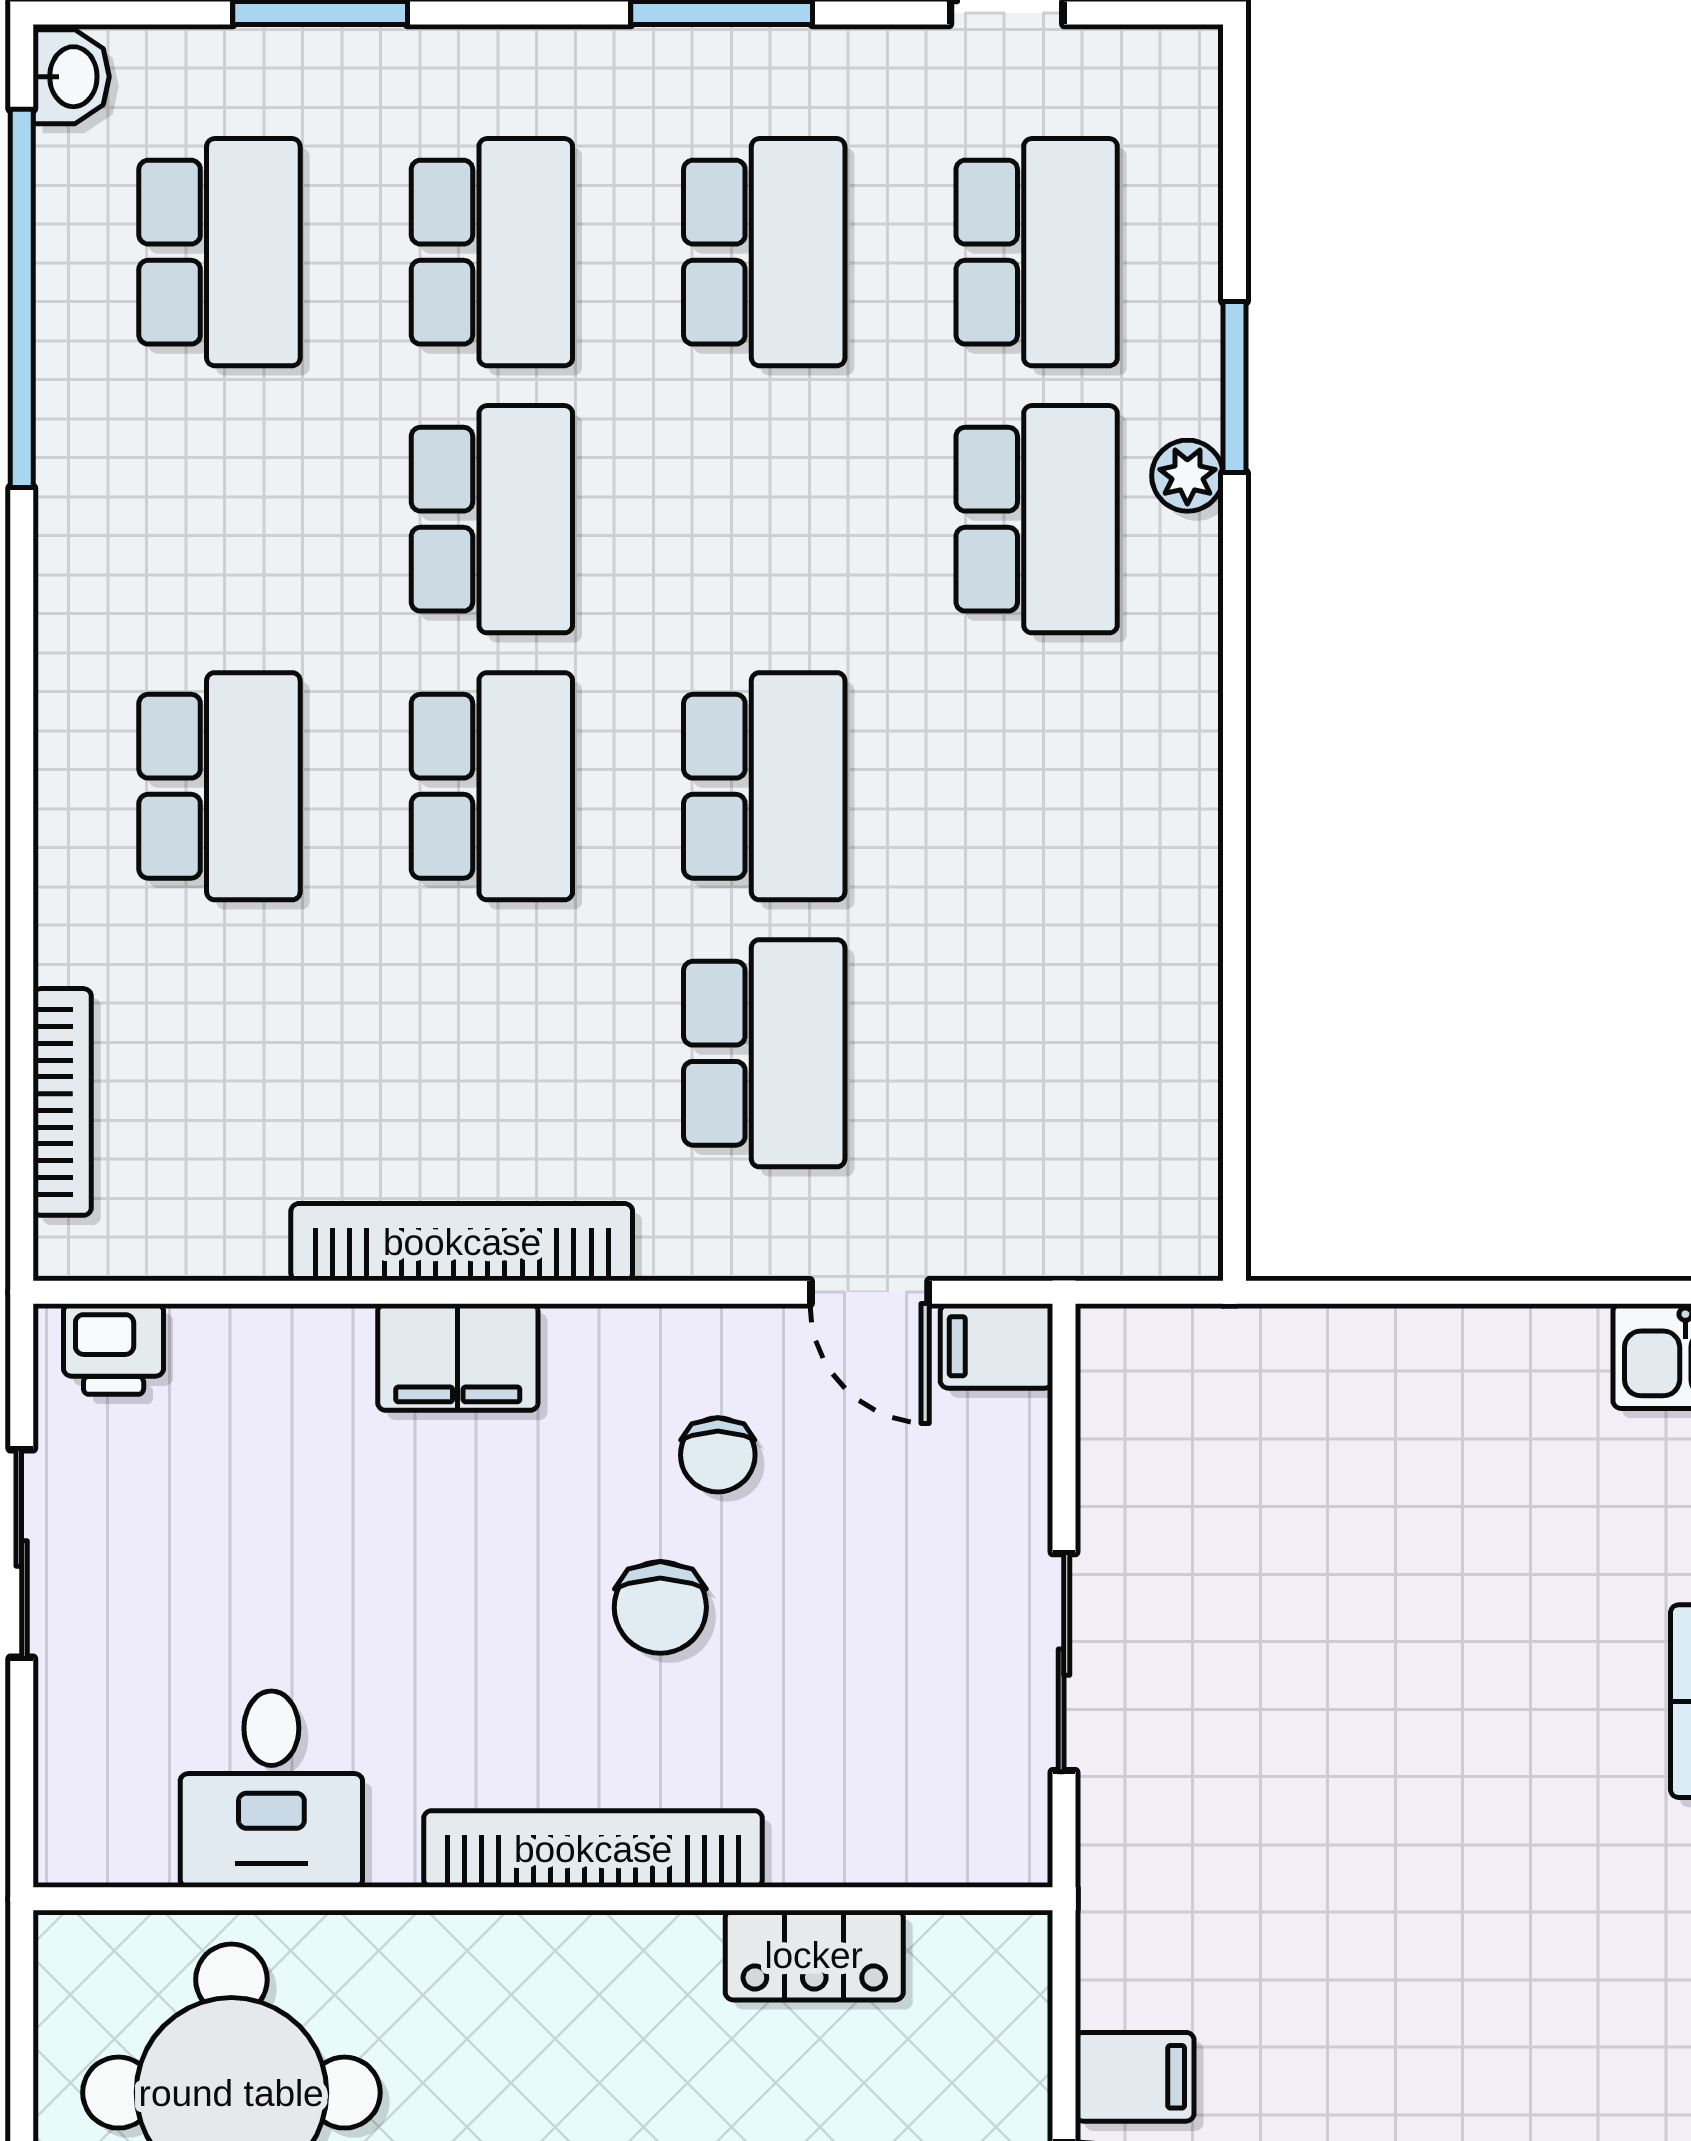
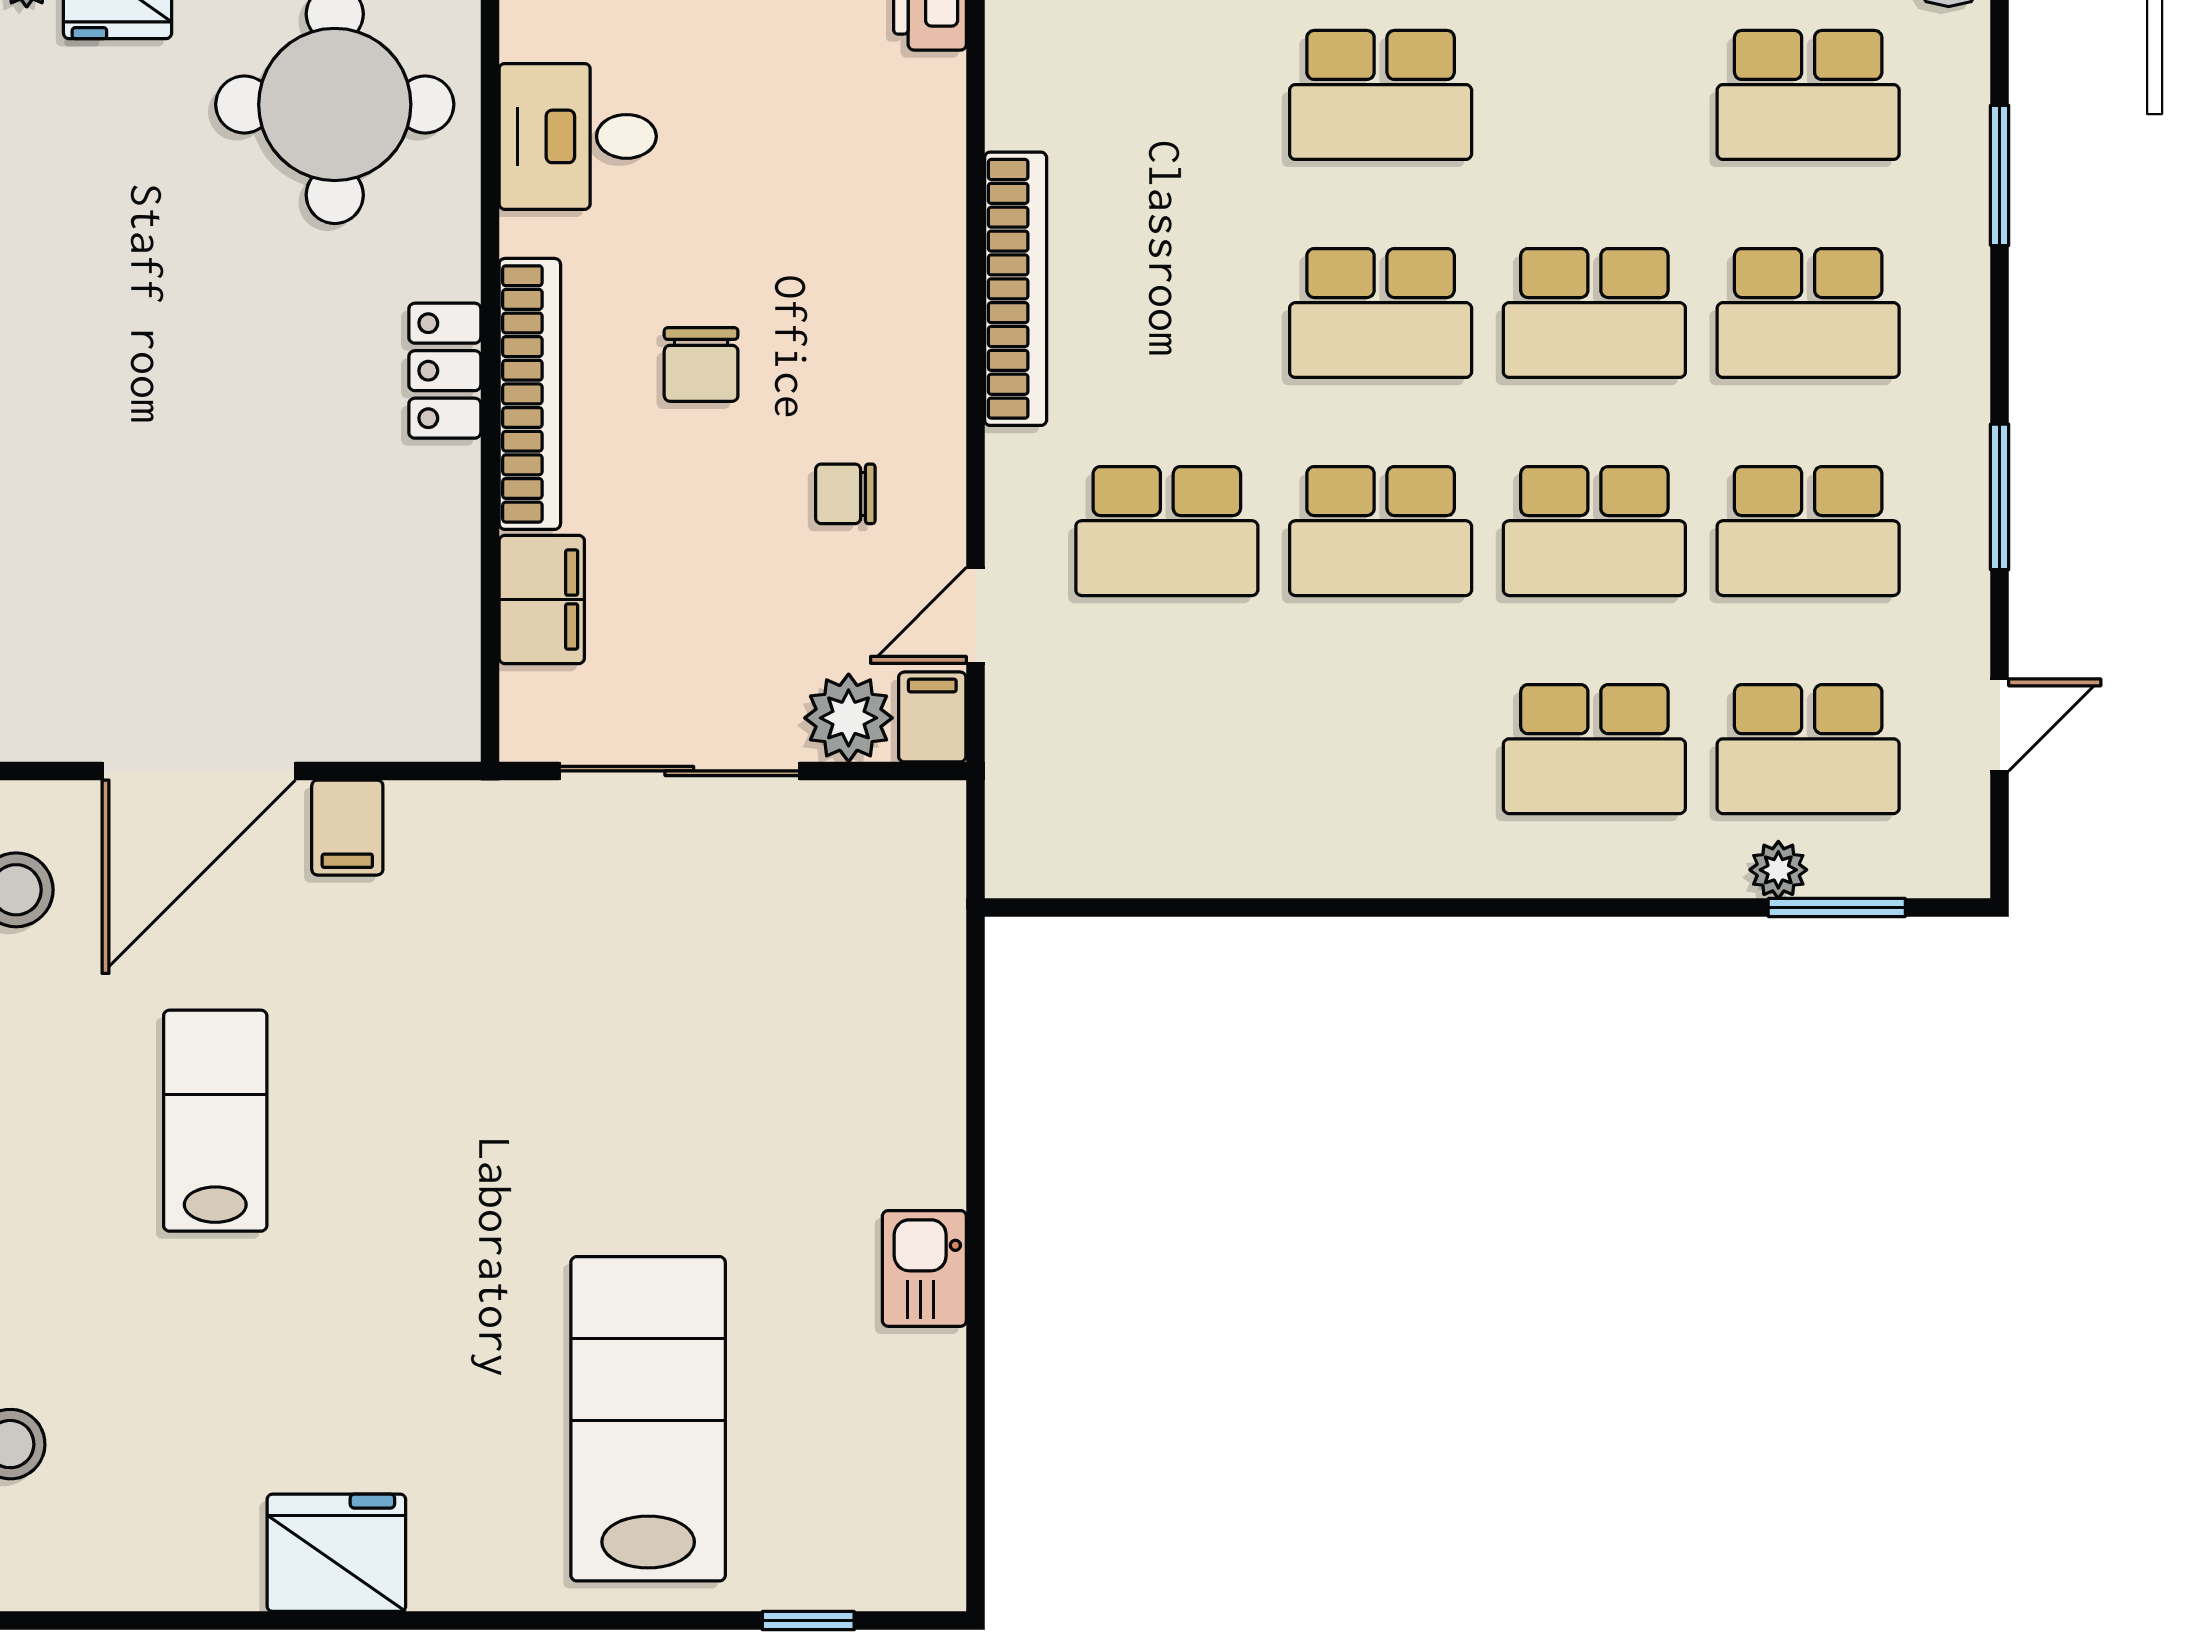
window: (1235, 387) -> (1837, 908), moved
plant: (1187, 476) -> (1778, 870), moved
school desk: (764, 519) -> (1594, 531), added
filing cabinet: (458, 1357) -> (542, 600), moved, turned 180
plant: (998, 1451) -> (849, 718), added
chair: (660, 1607) -> (701, 364), moved, turned -90
sliding door: (1064, 1662) -> (679, 771), width x1.37
locker: (814, 1955) -> (445, 371), moved

